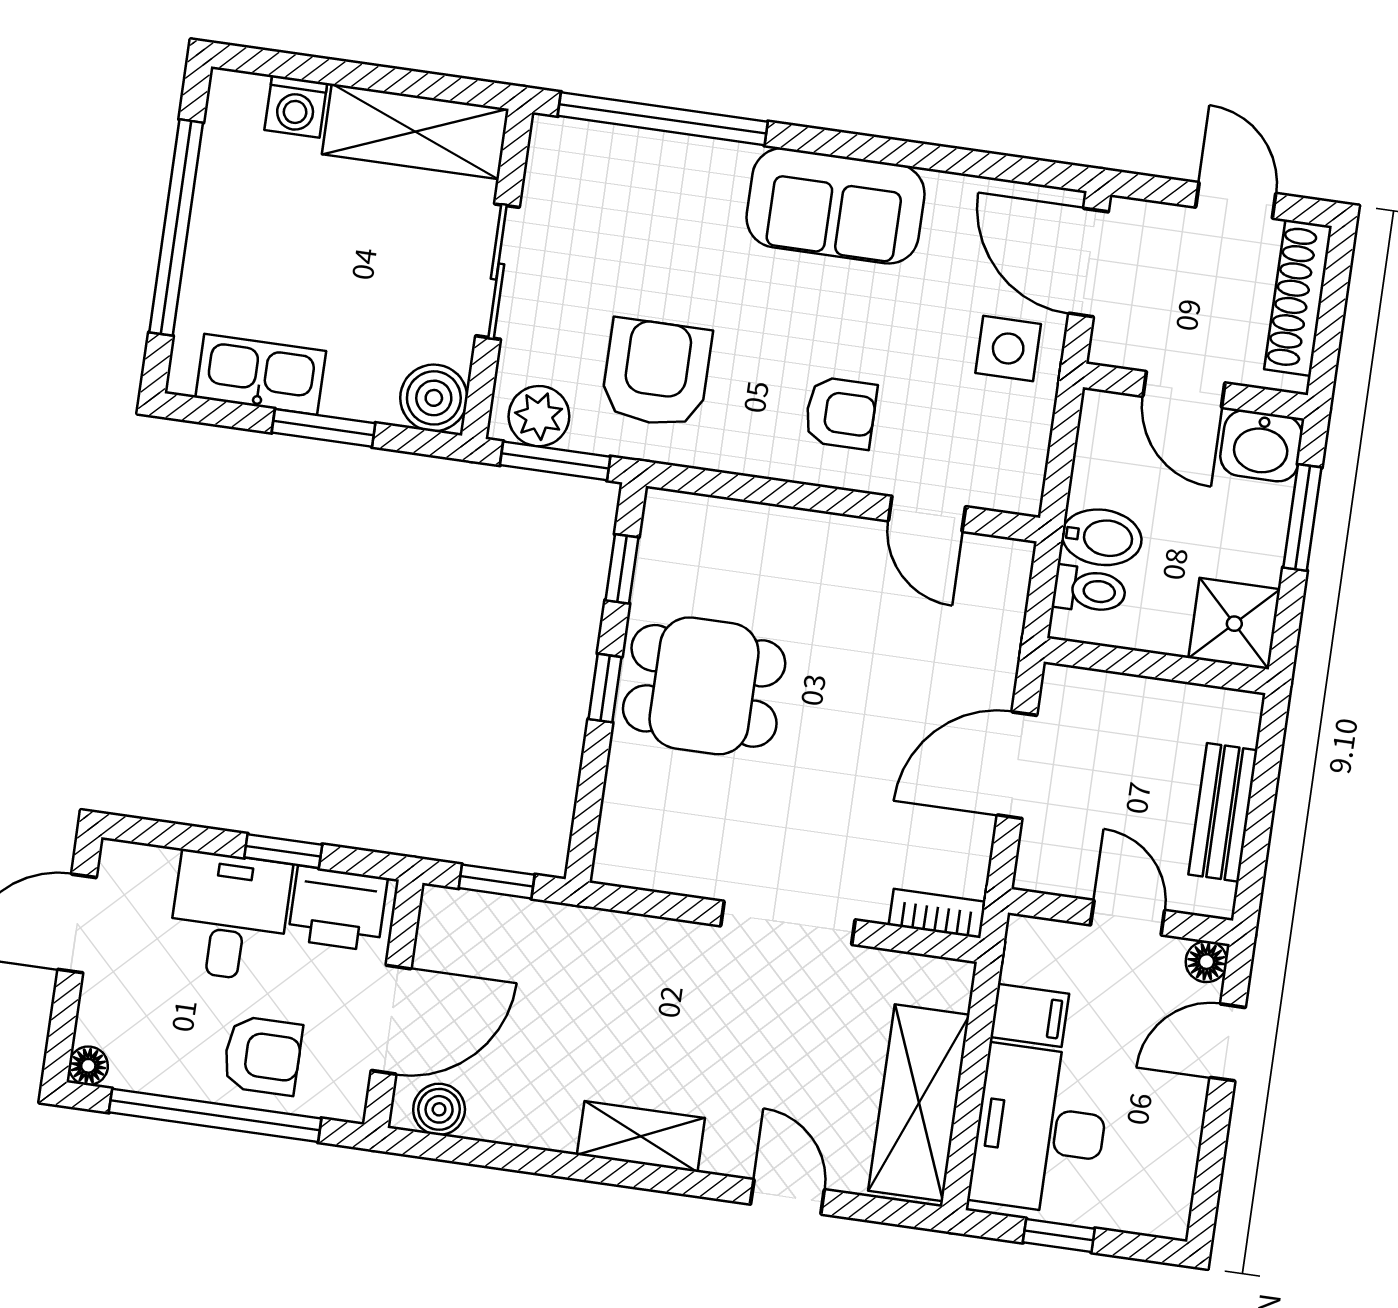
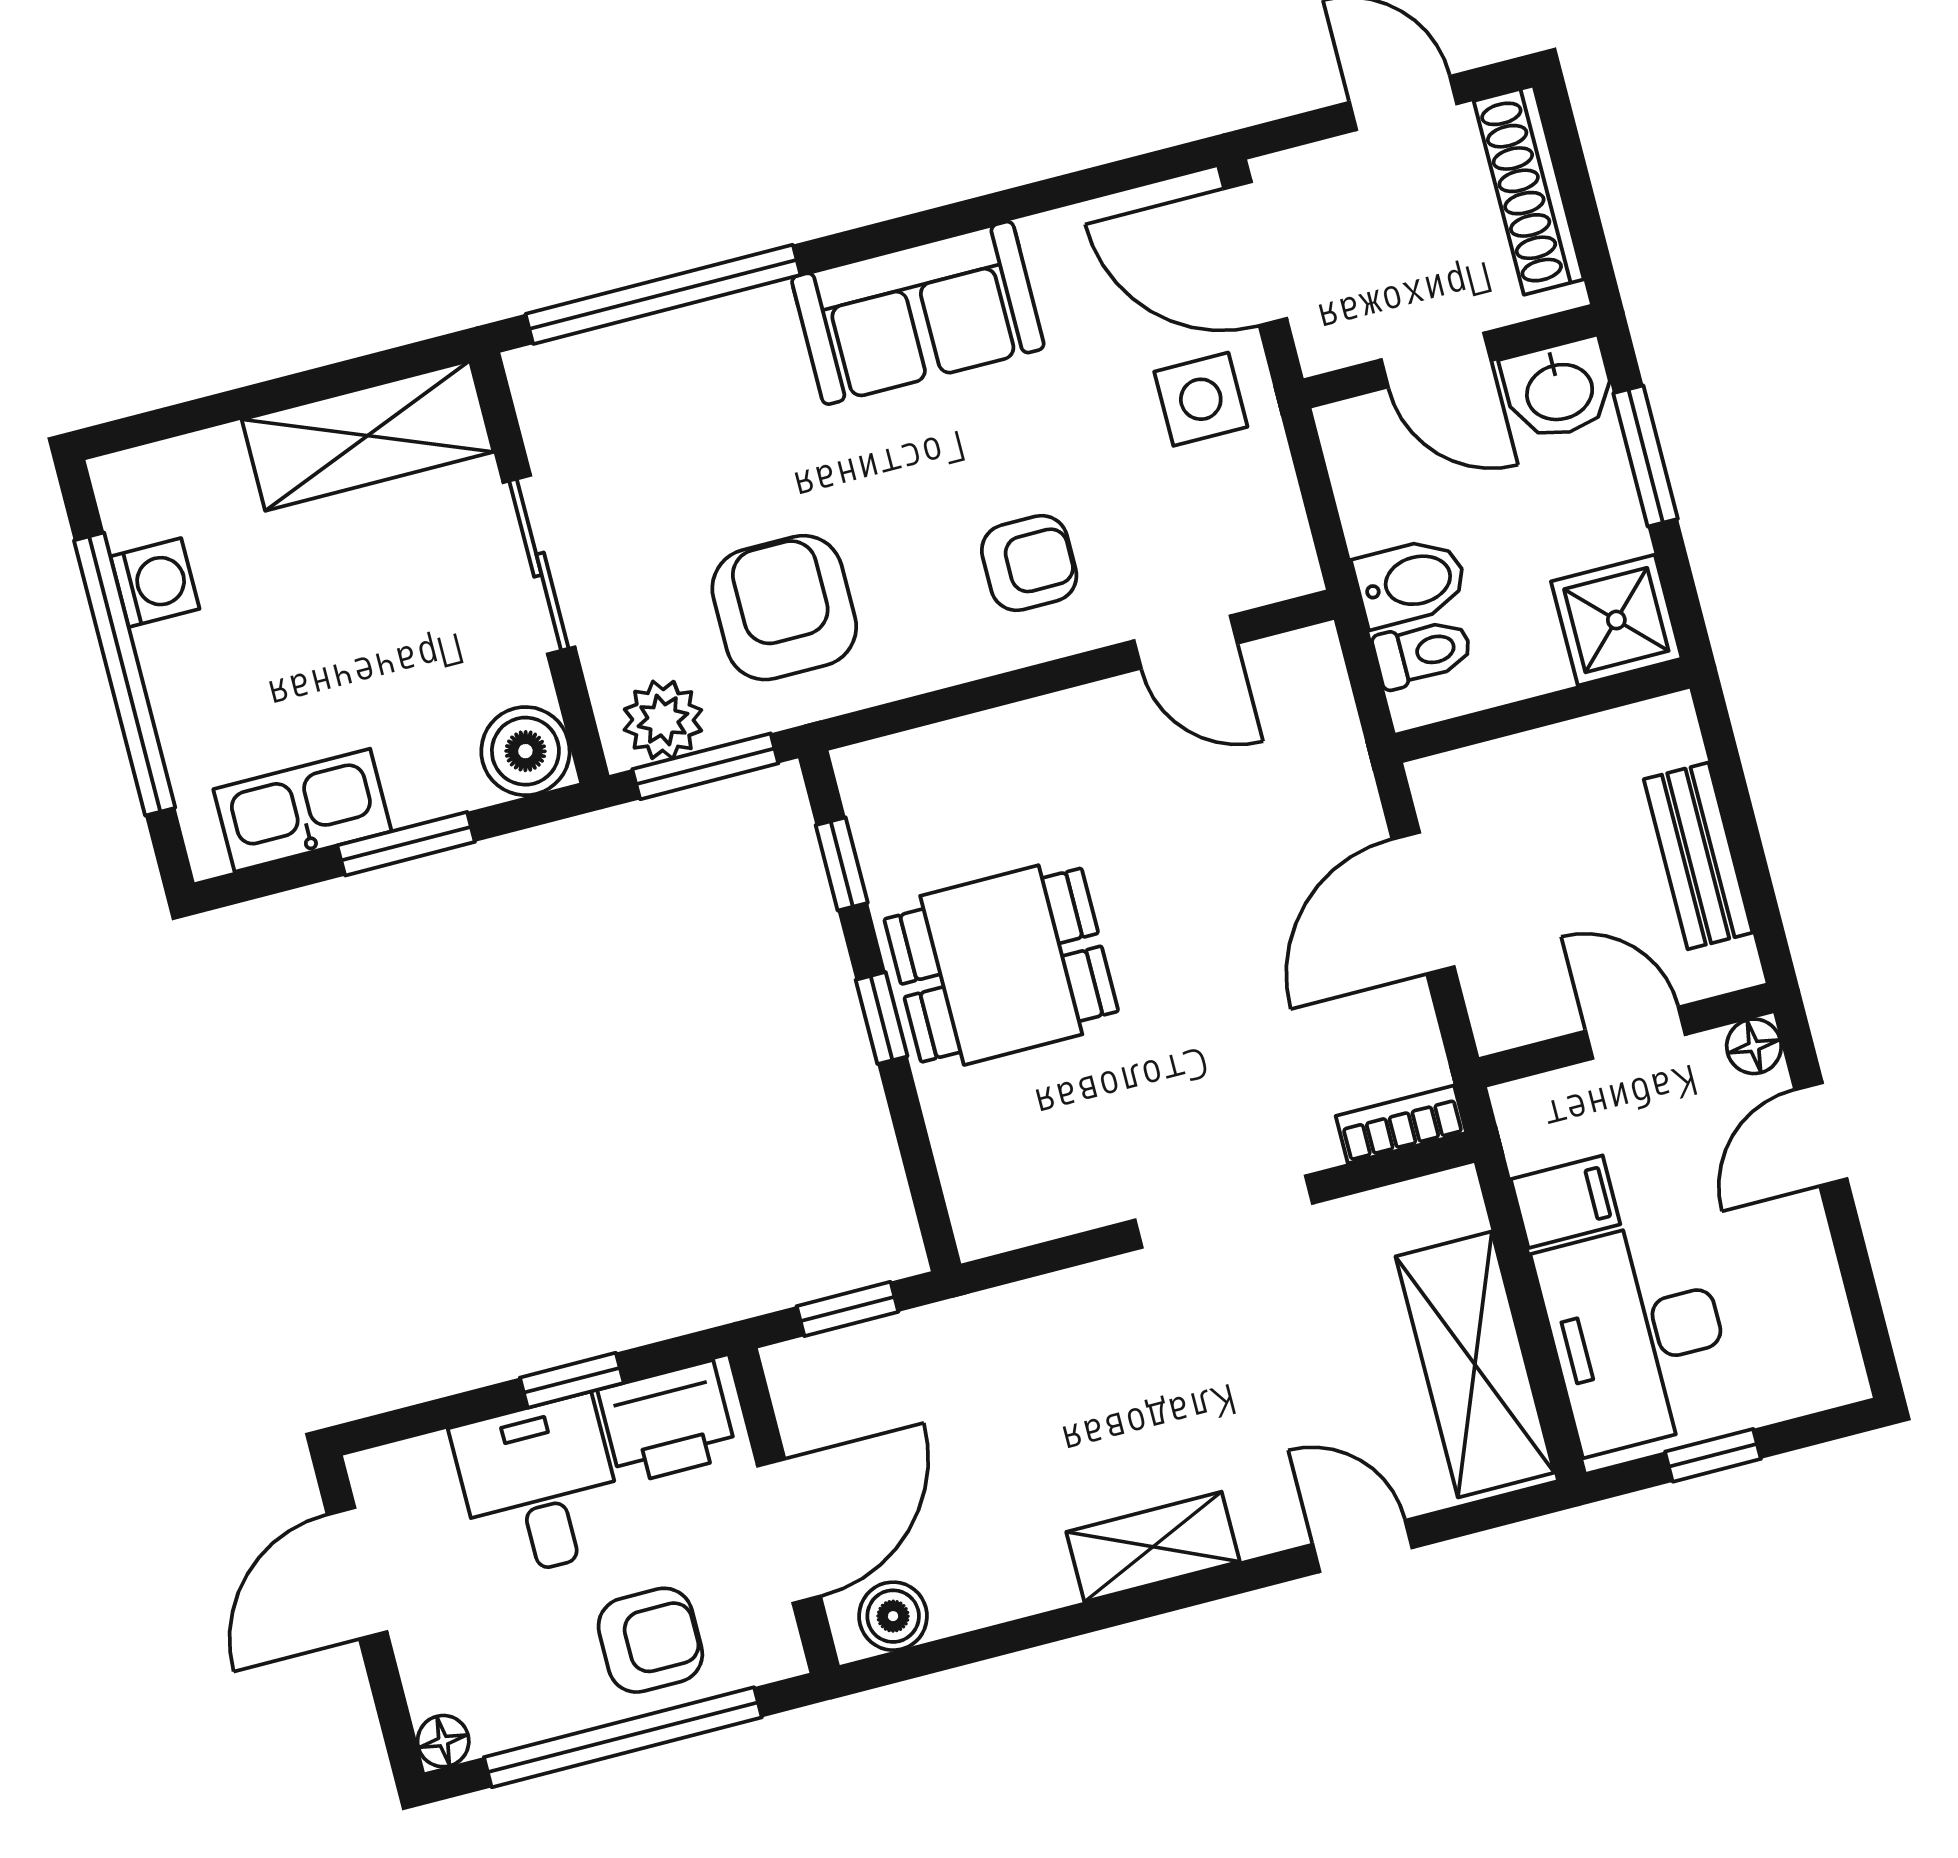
washing machine: (296, 106) -> (155, 583), moved, turned -90

